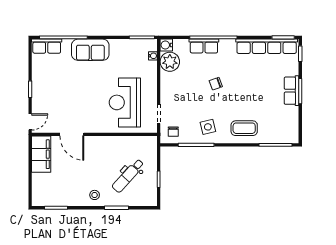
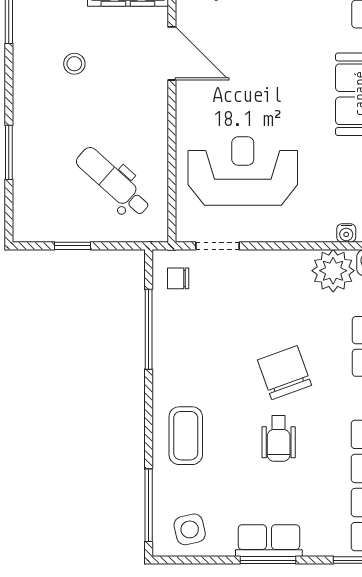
chair: (216, 84) -> (284, 373), width x1.87, depth x1.87
wheelchair: (245, 86) -> (279, 439), added
side table: (208, 127) -> (190, 529), moved
door: (72, 134) -> (172, 53), swing flipped
dental chair: (128, 176) -> (113, 182), moved
stool: (95, 195) -> (74, 64), moved

